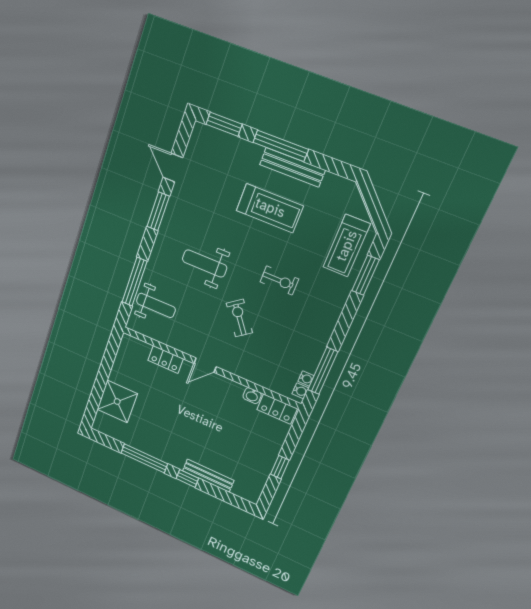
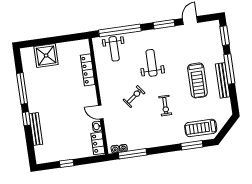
window: (135, 282) -> (120, 31), width x1.46
locker: (166, 359) -> (88, 70), width x1.53
door: (205, 365) -> (101, 112), moved

